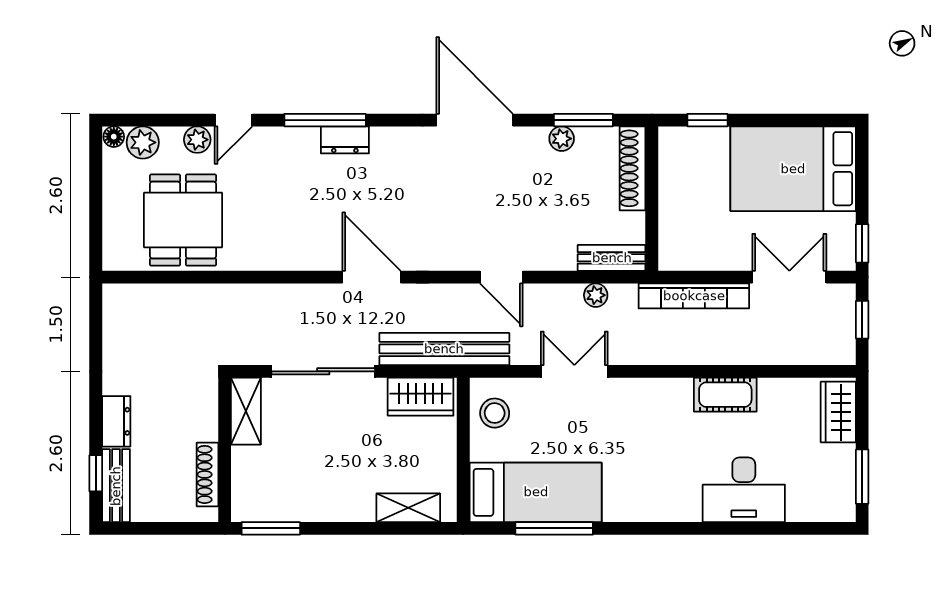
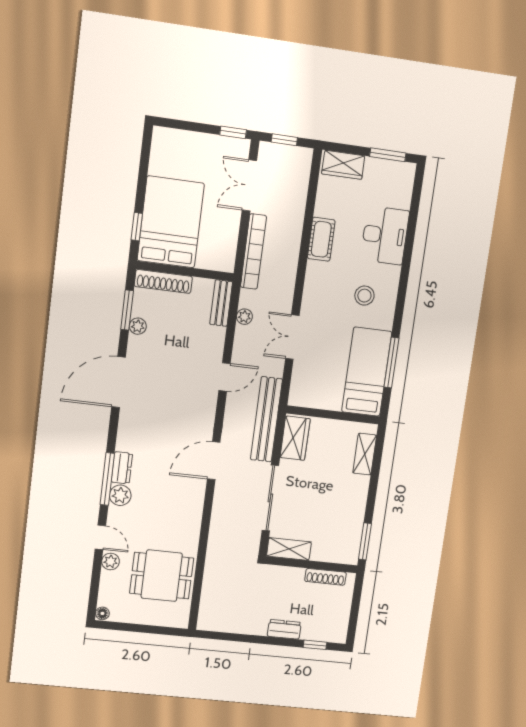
plant: (143, 142) -> (120, 495), moved
bed: (793, 169) -> (171, 222), moved, turned 180
stool: (495, 413) -> (364, 296), moved
bench: (116, 486) -> (324, 633), removed

